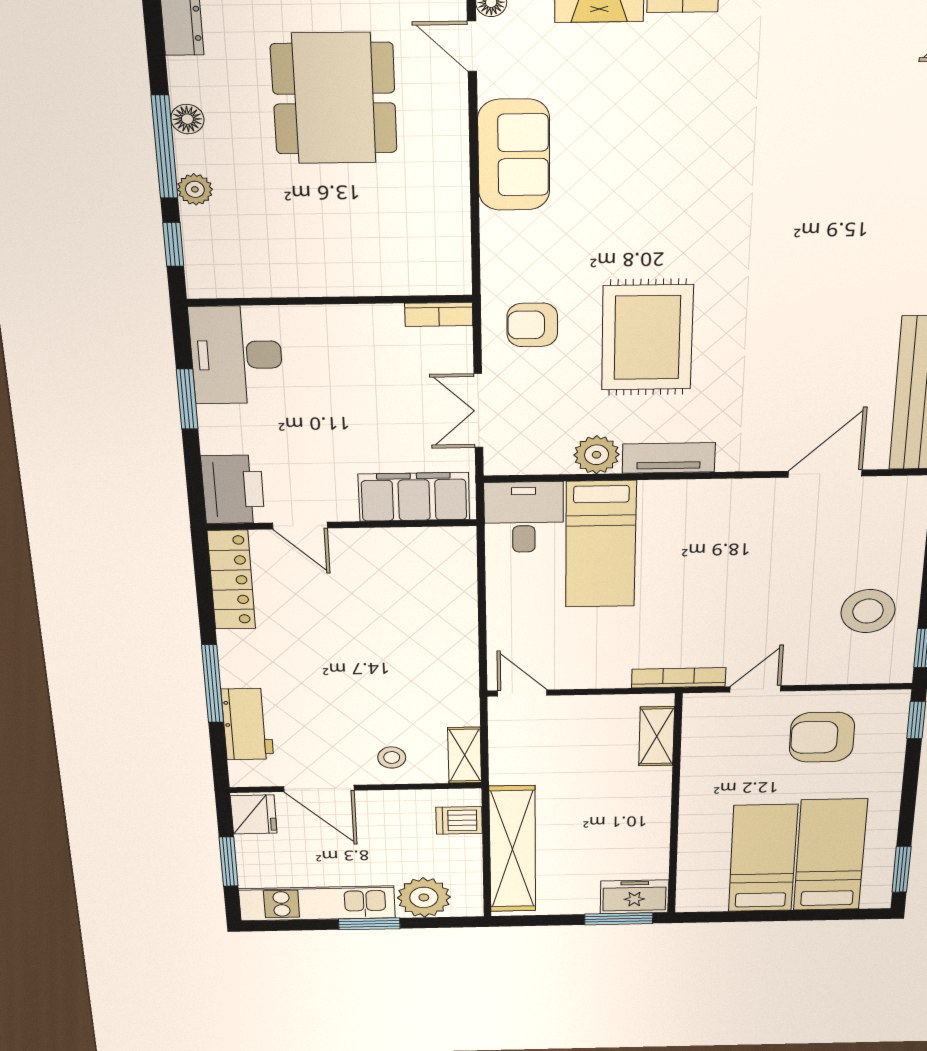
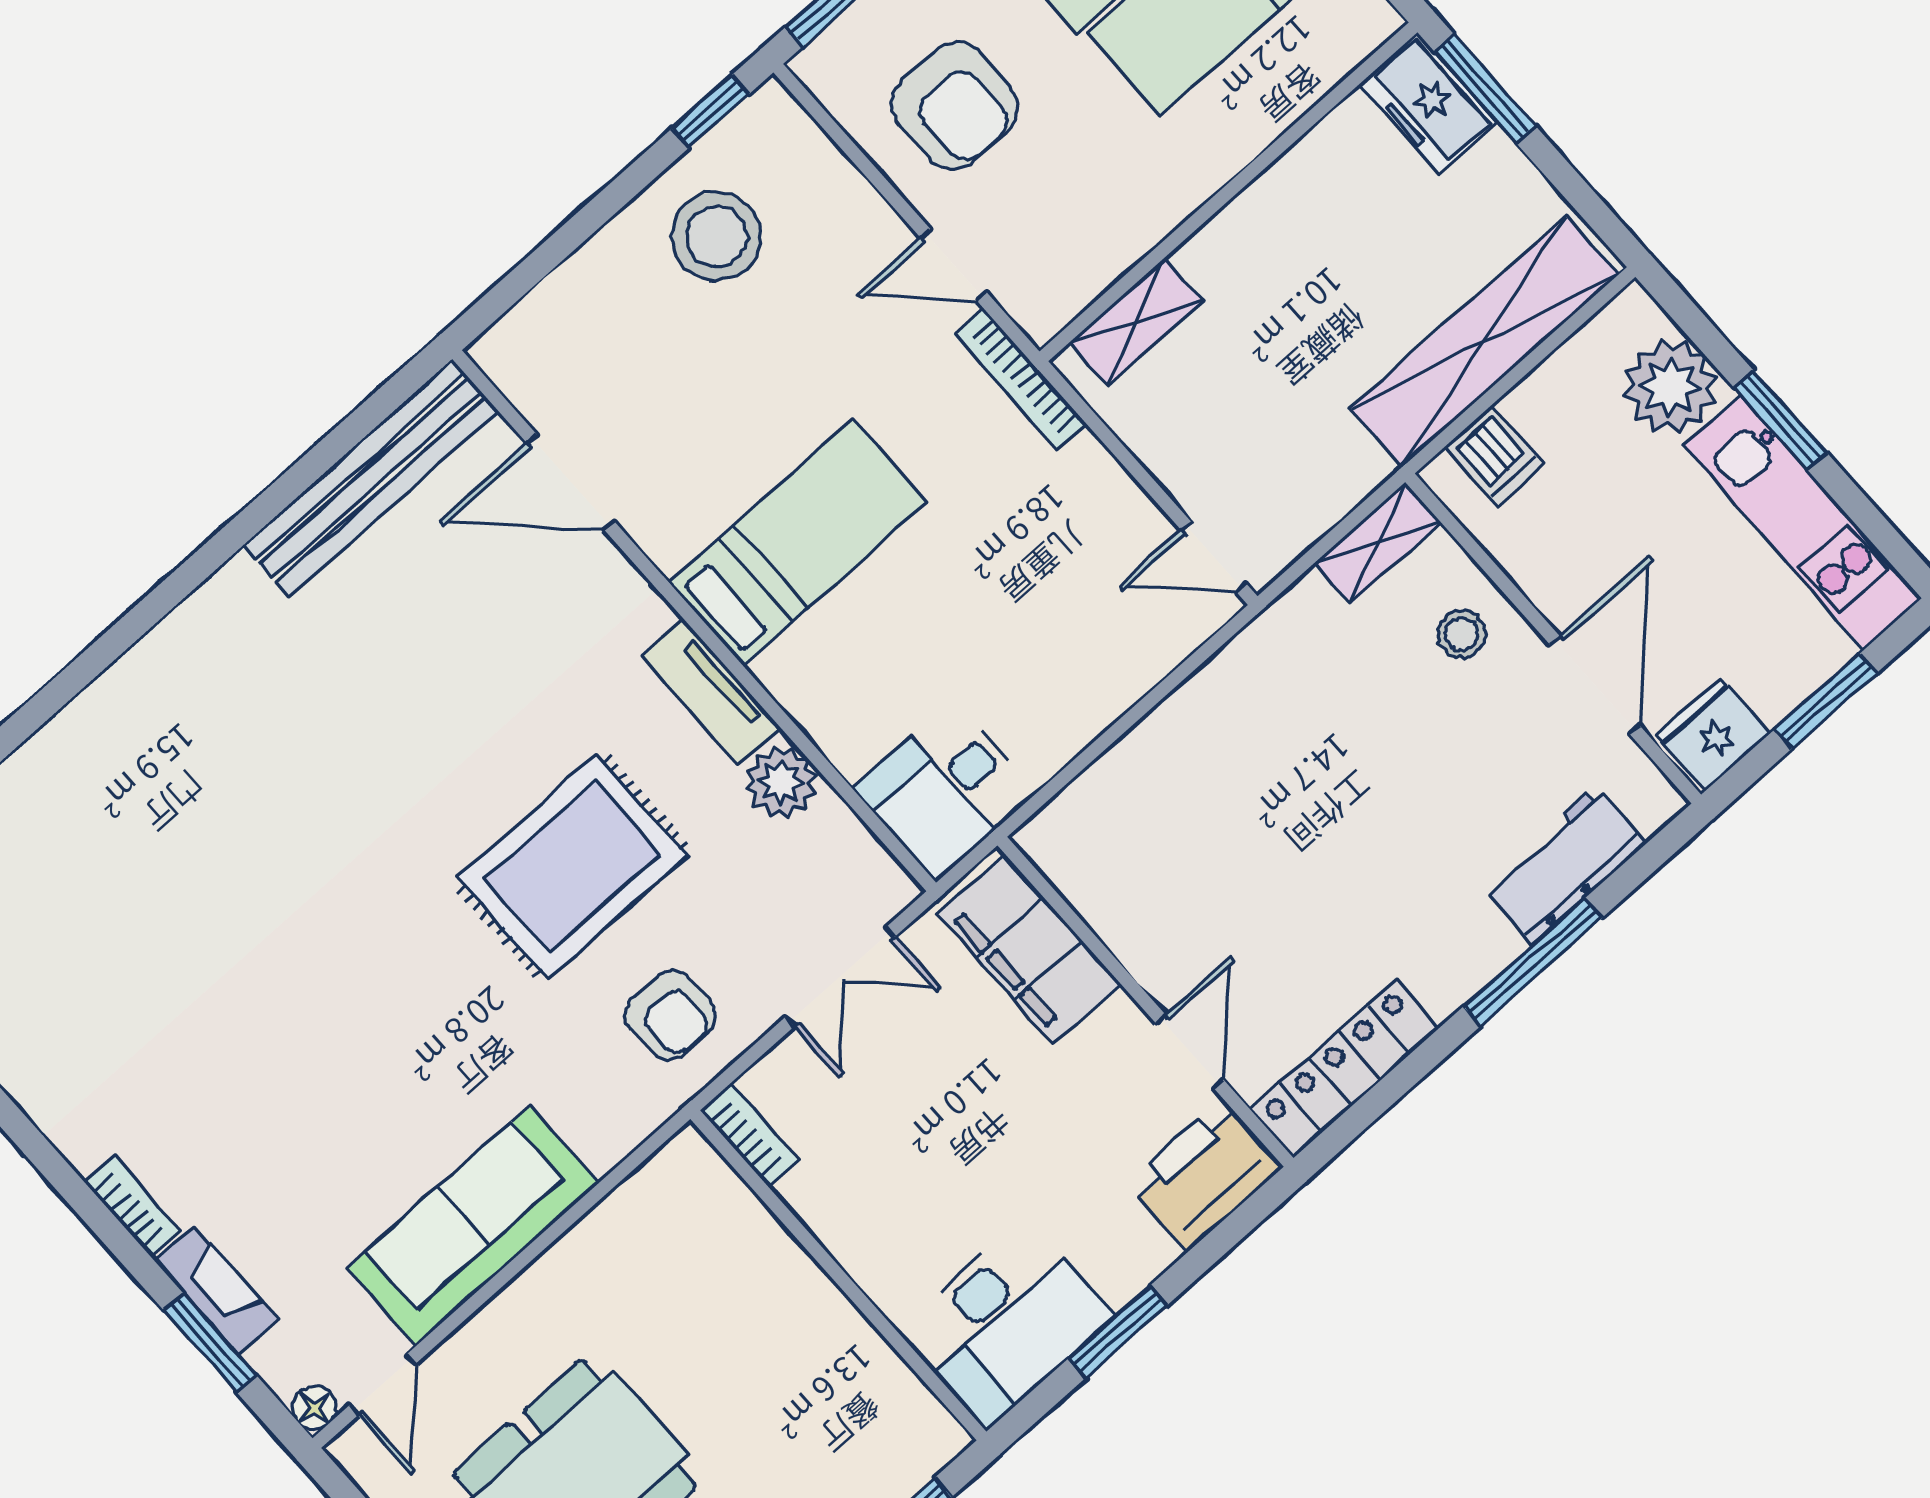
sofa: (514, 155) -> (473, 1226), width x1.36
bed: (601, 544) -> (799, 543), moved
door: (522, 693) -> (1214, 557), hinge flipped

